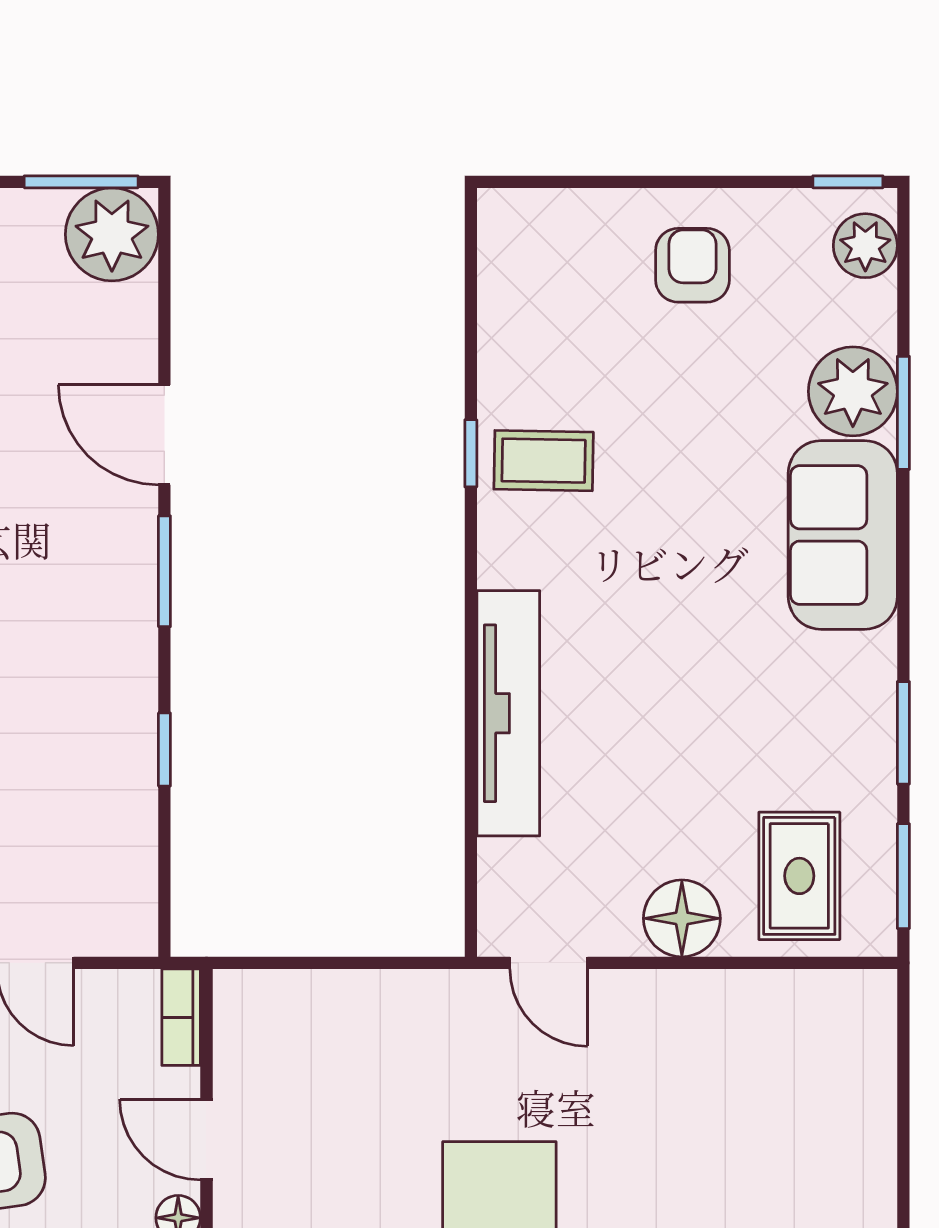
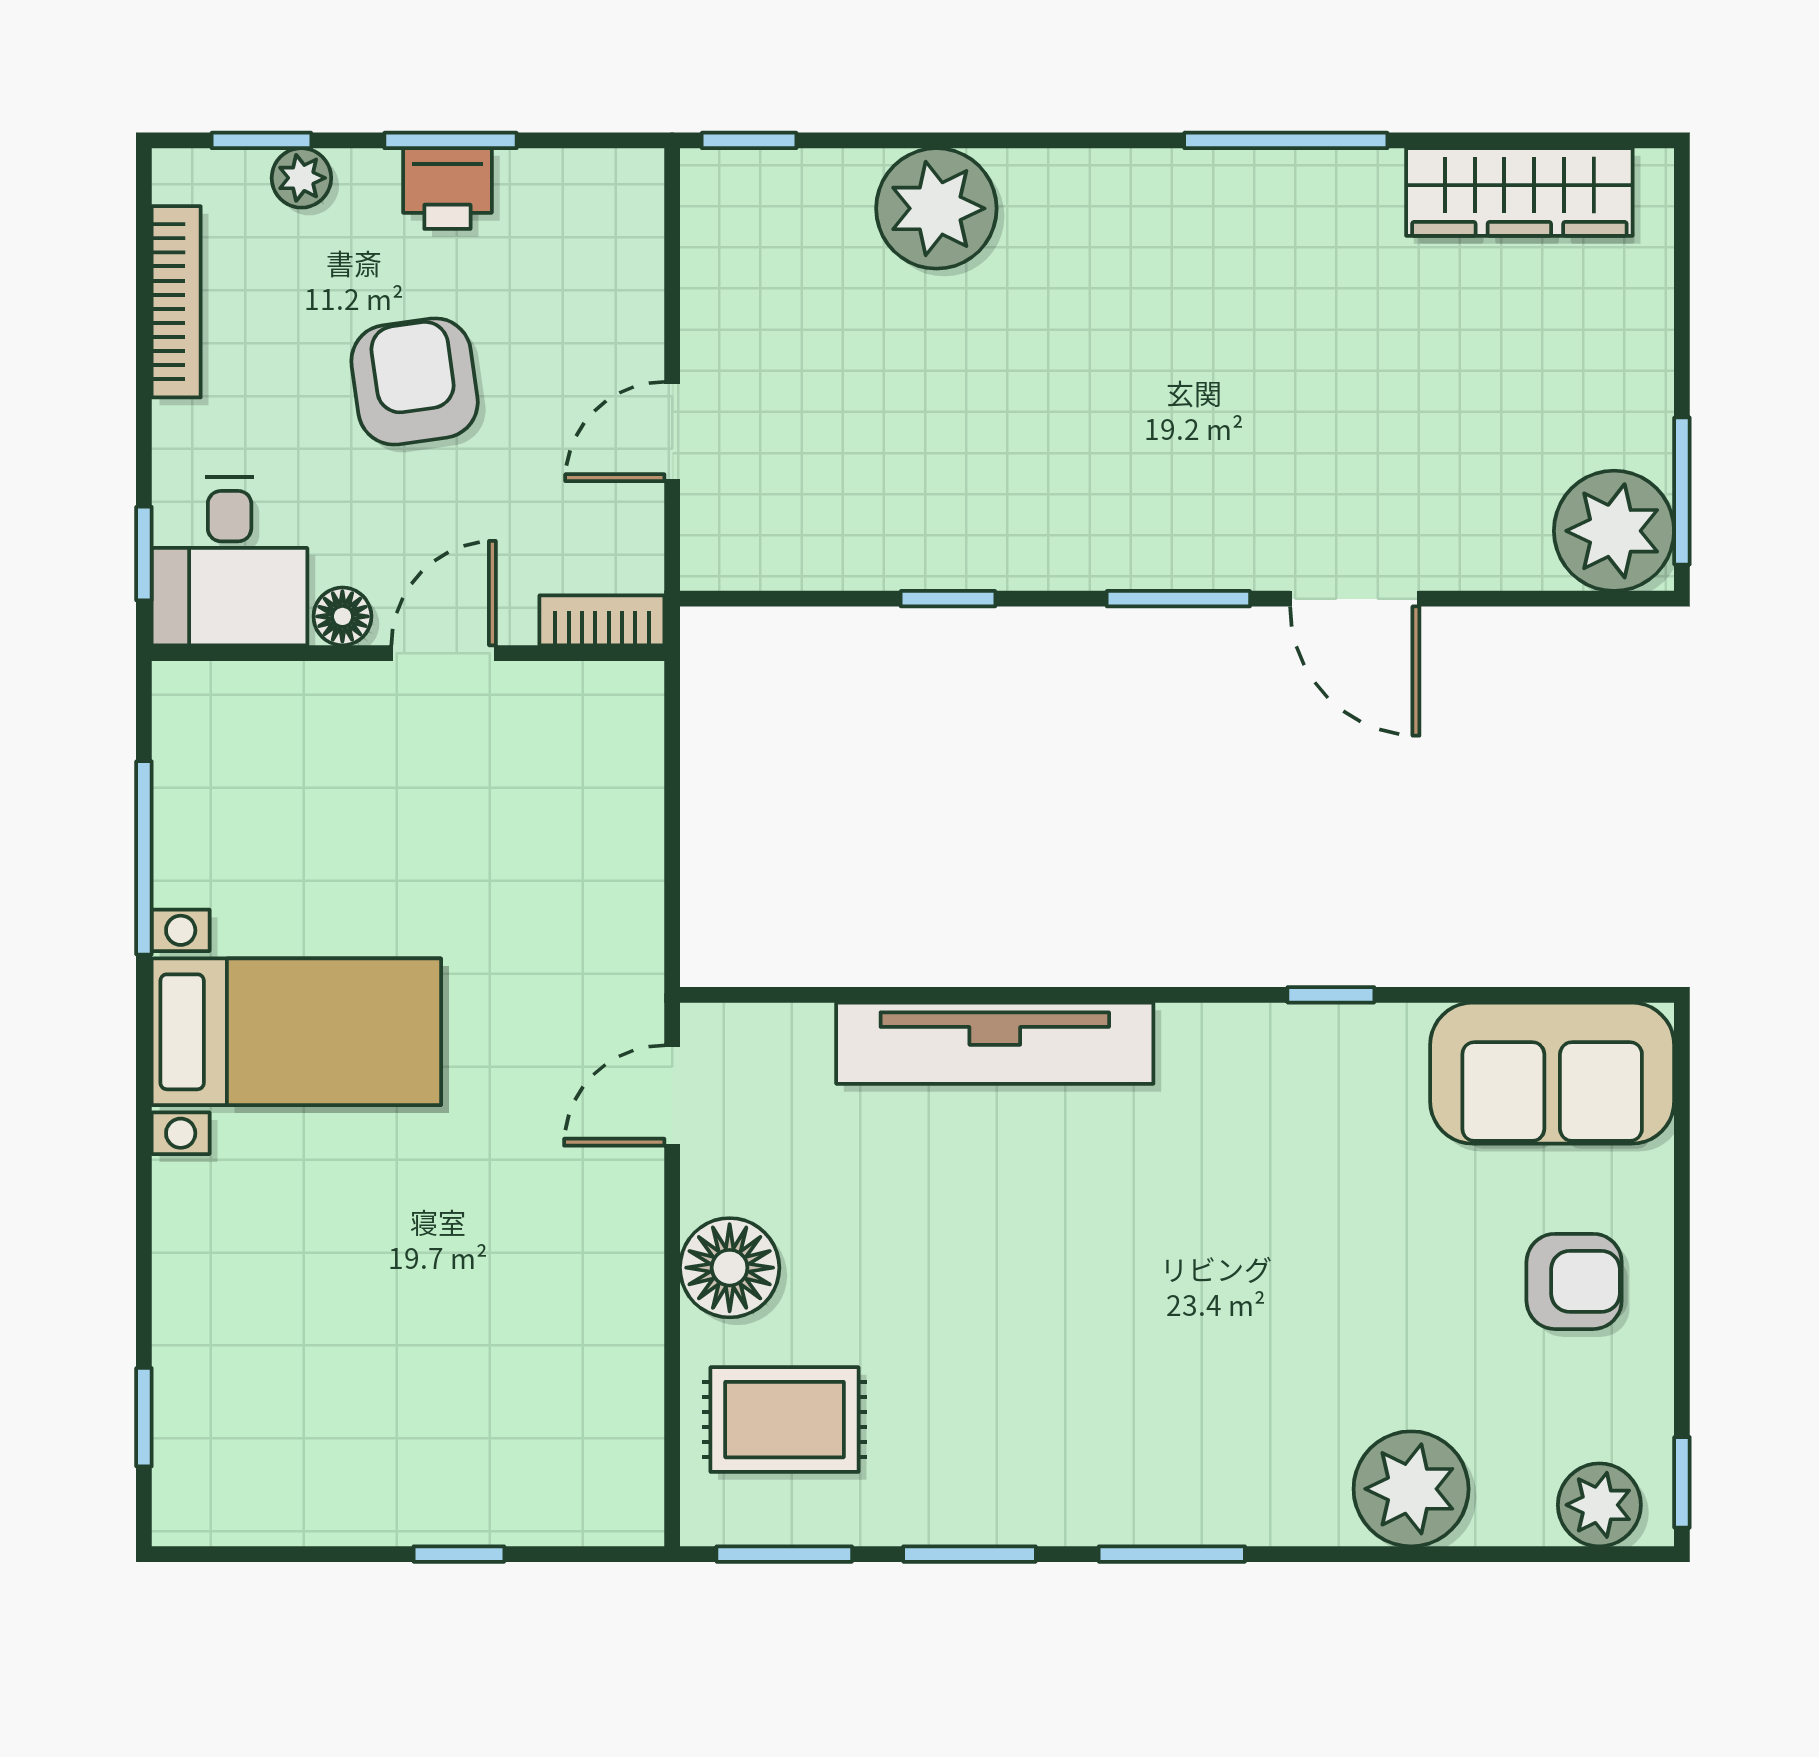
window: (903, 413) -> (1172, 1554), moved
door: (164, 435) -> (1355, 599), swing flipped
coffee table: (544, 461) -> (1321, 1089), removed
sofa: (843, 535) -> (1552, 1073), moved, turned 180
window: (903, 1128) -> (459, 1554), added

